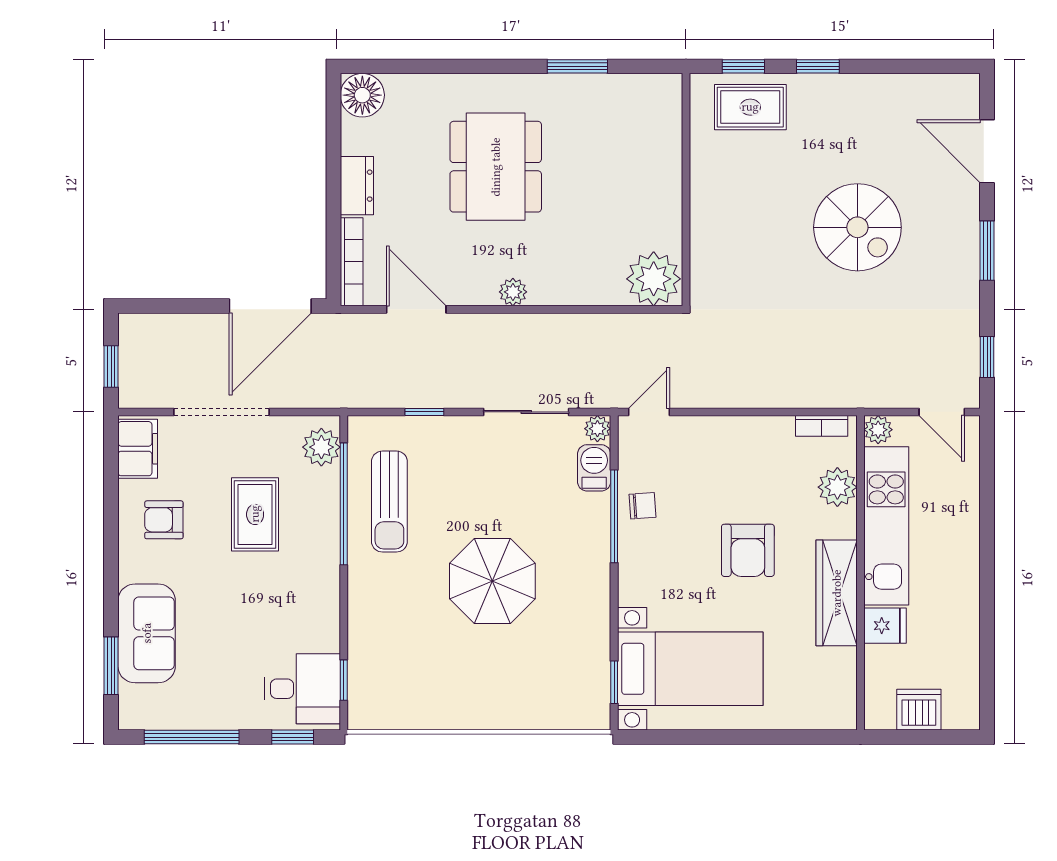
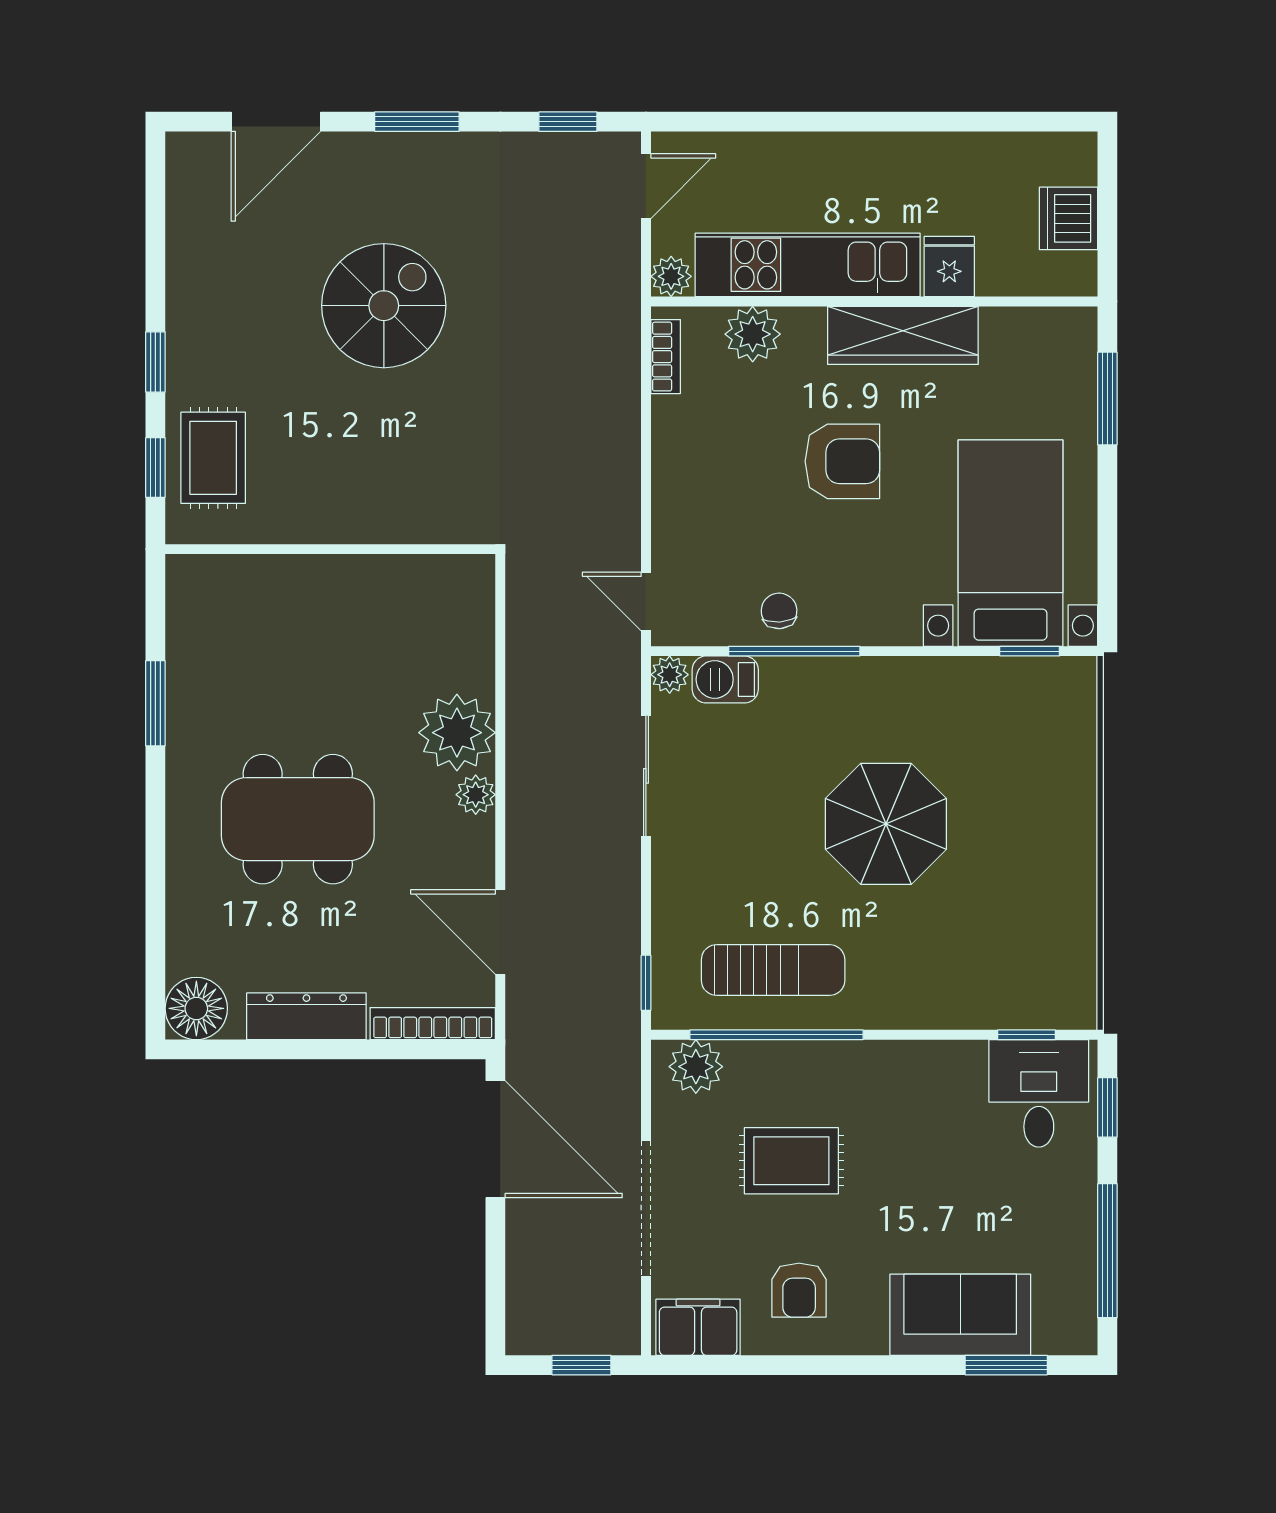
dresser: (357, 186) -> (306, 1016), width x1.44
plant: (654, 279) -> (457, 733), moved
door: (416, 309) -> (500, 932), hinge flipped
window: (424, 412) -> (646, 983), moved
window: (792, 737) -> (1107, 398), added

